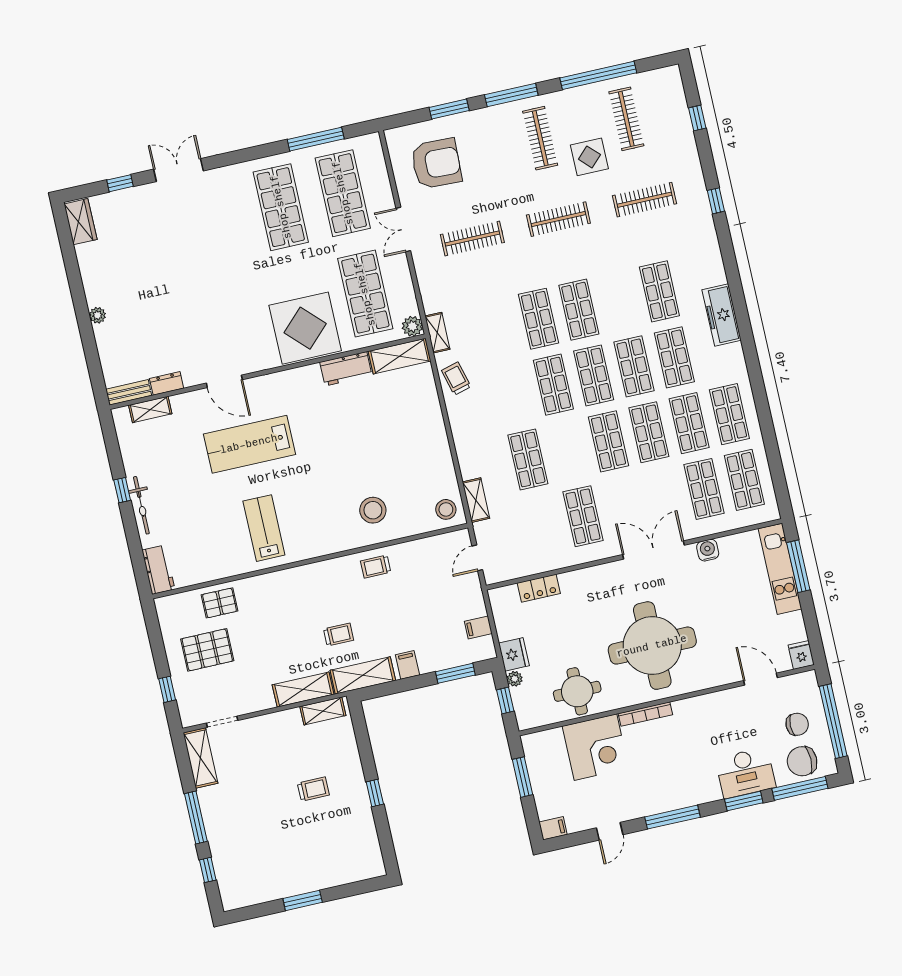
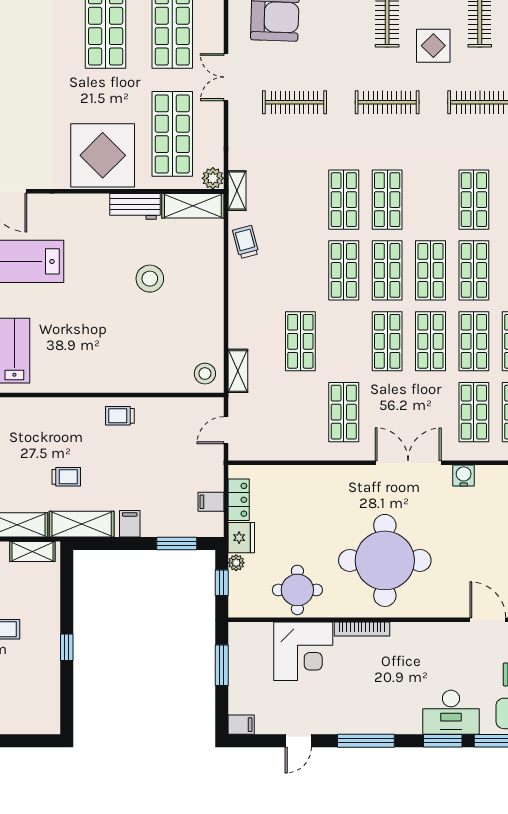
stool: (373, 510) -> (150, 279), moved
locker: (539, 588) -> (239, 500), moved, turned -90

